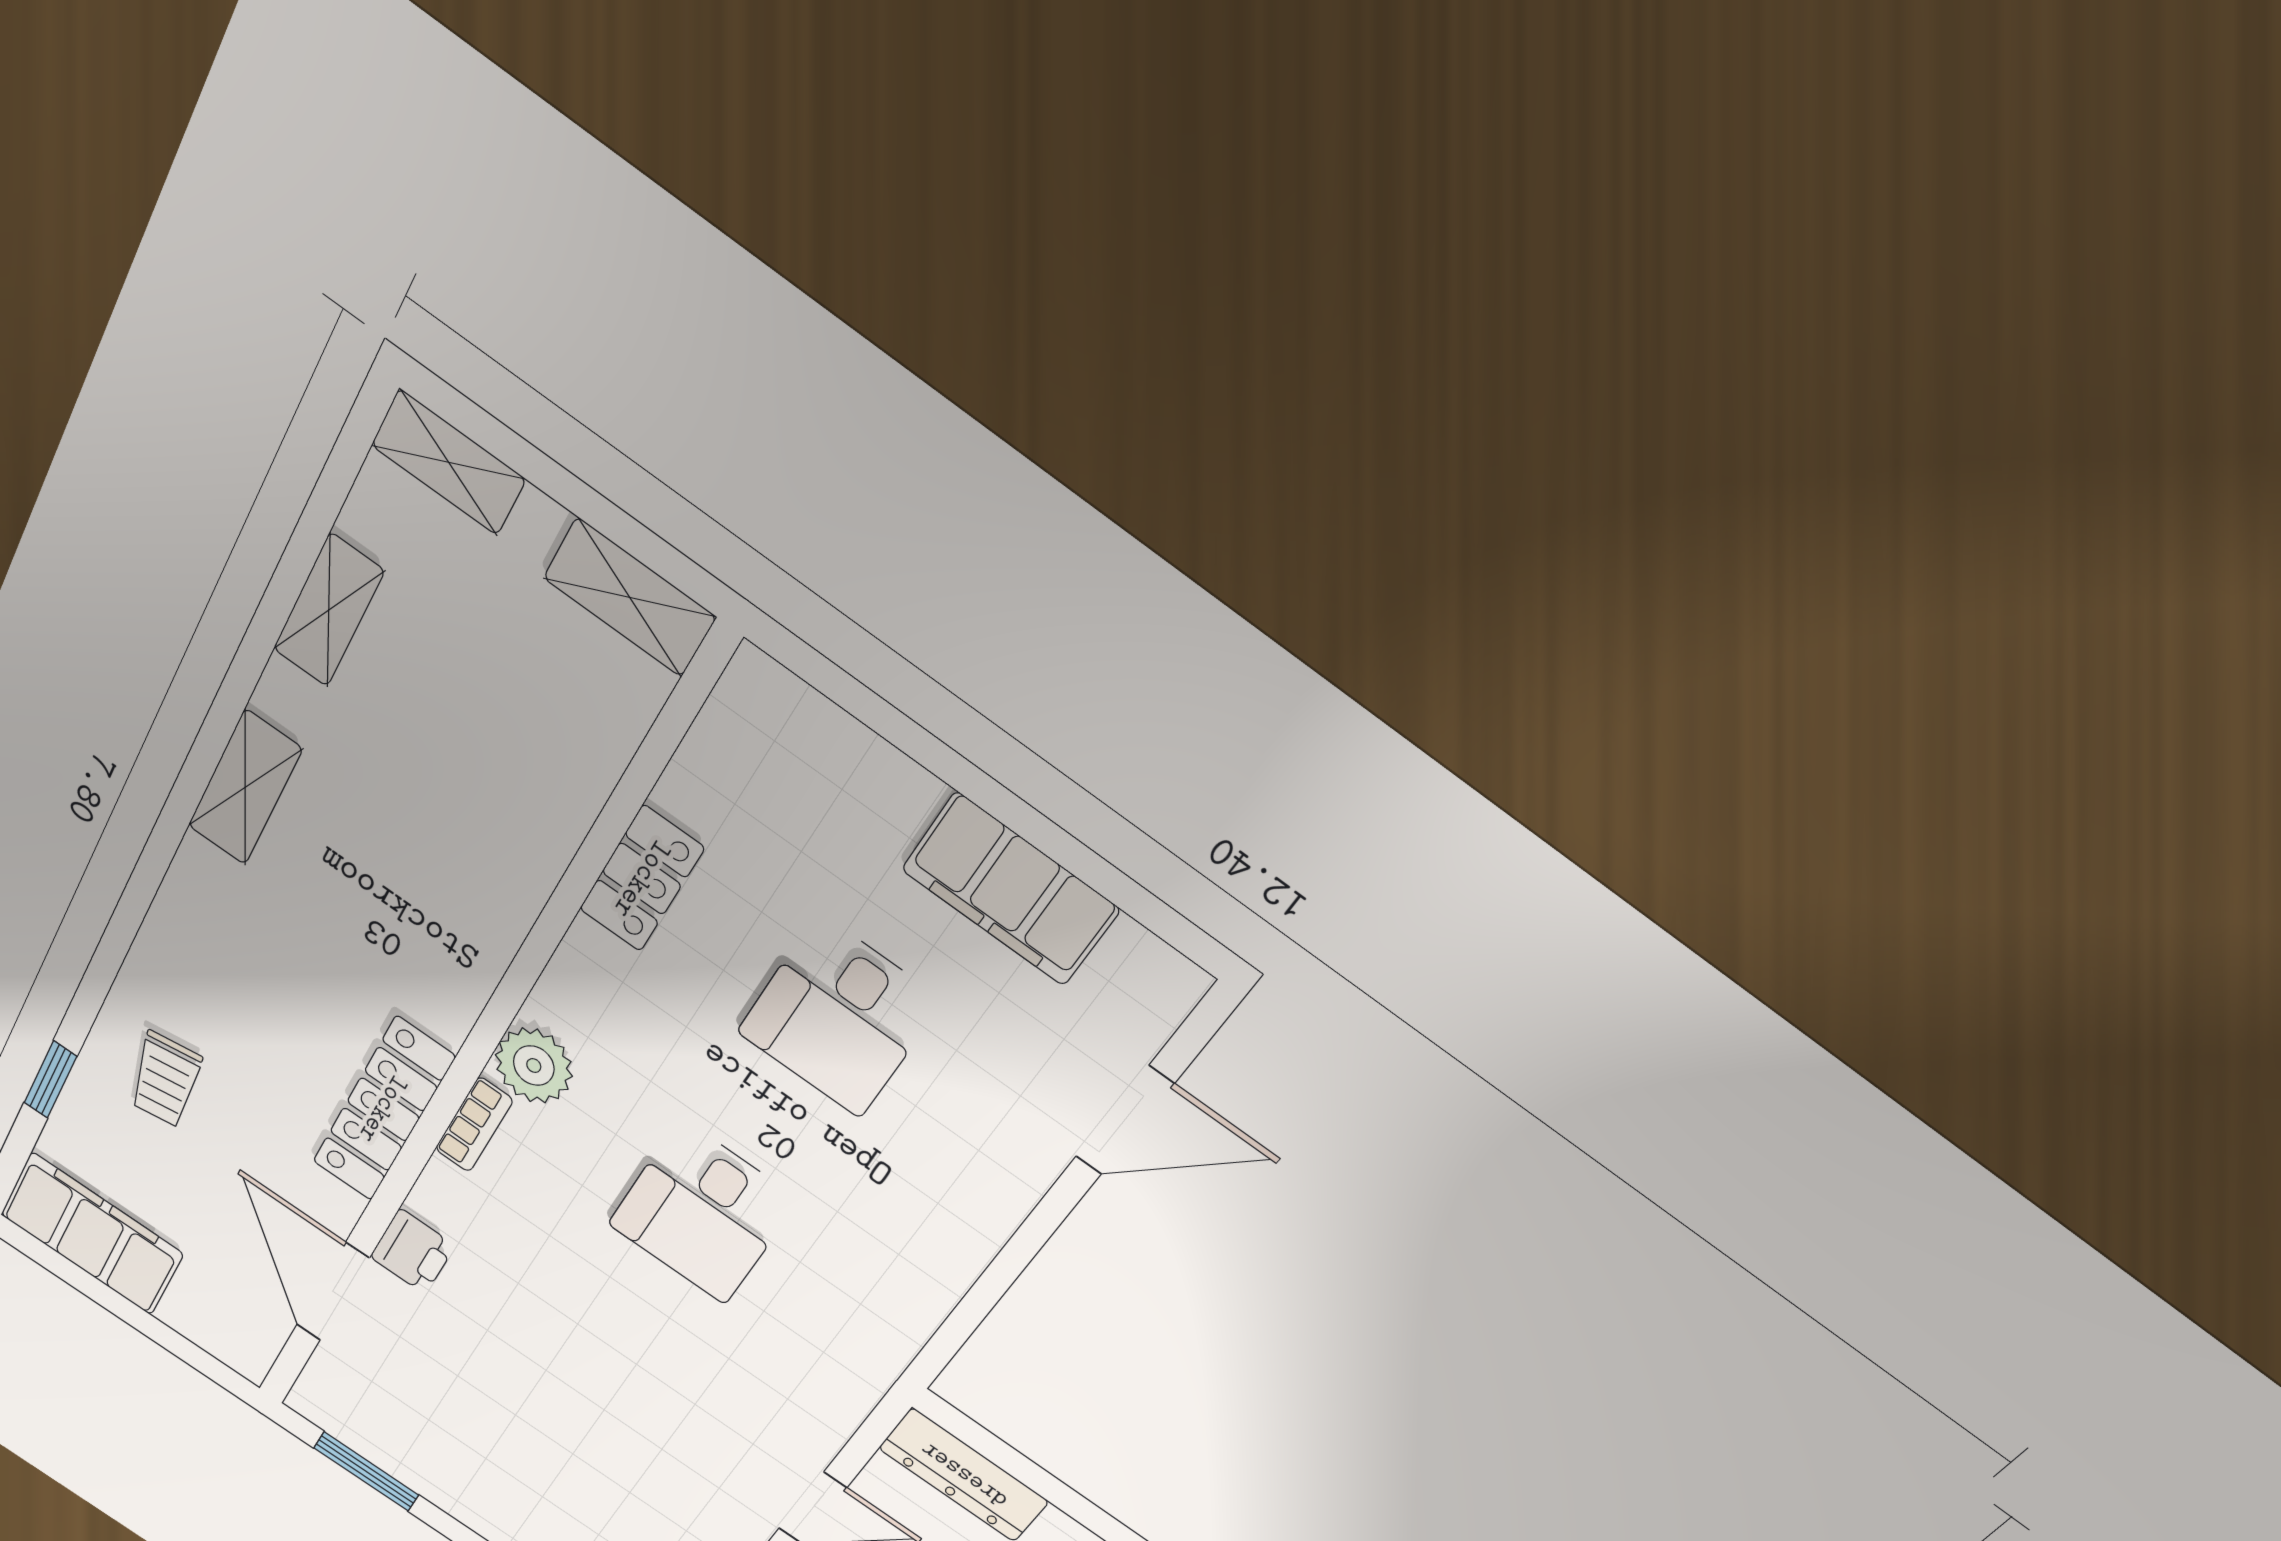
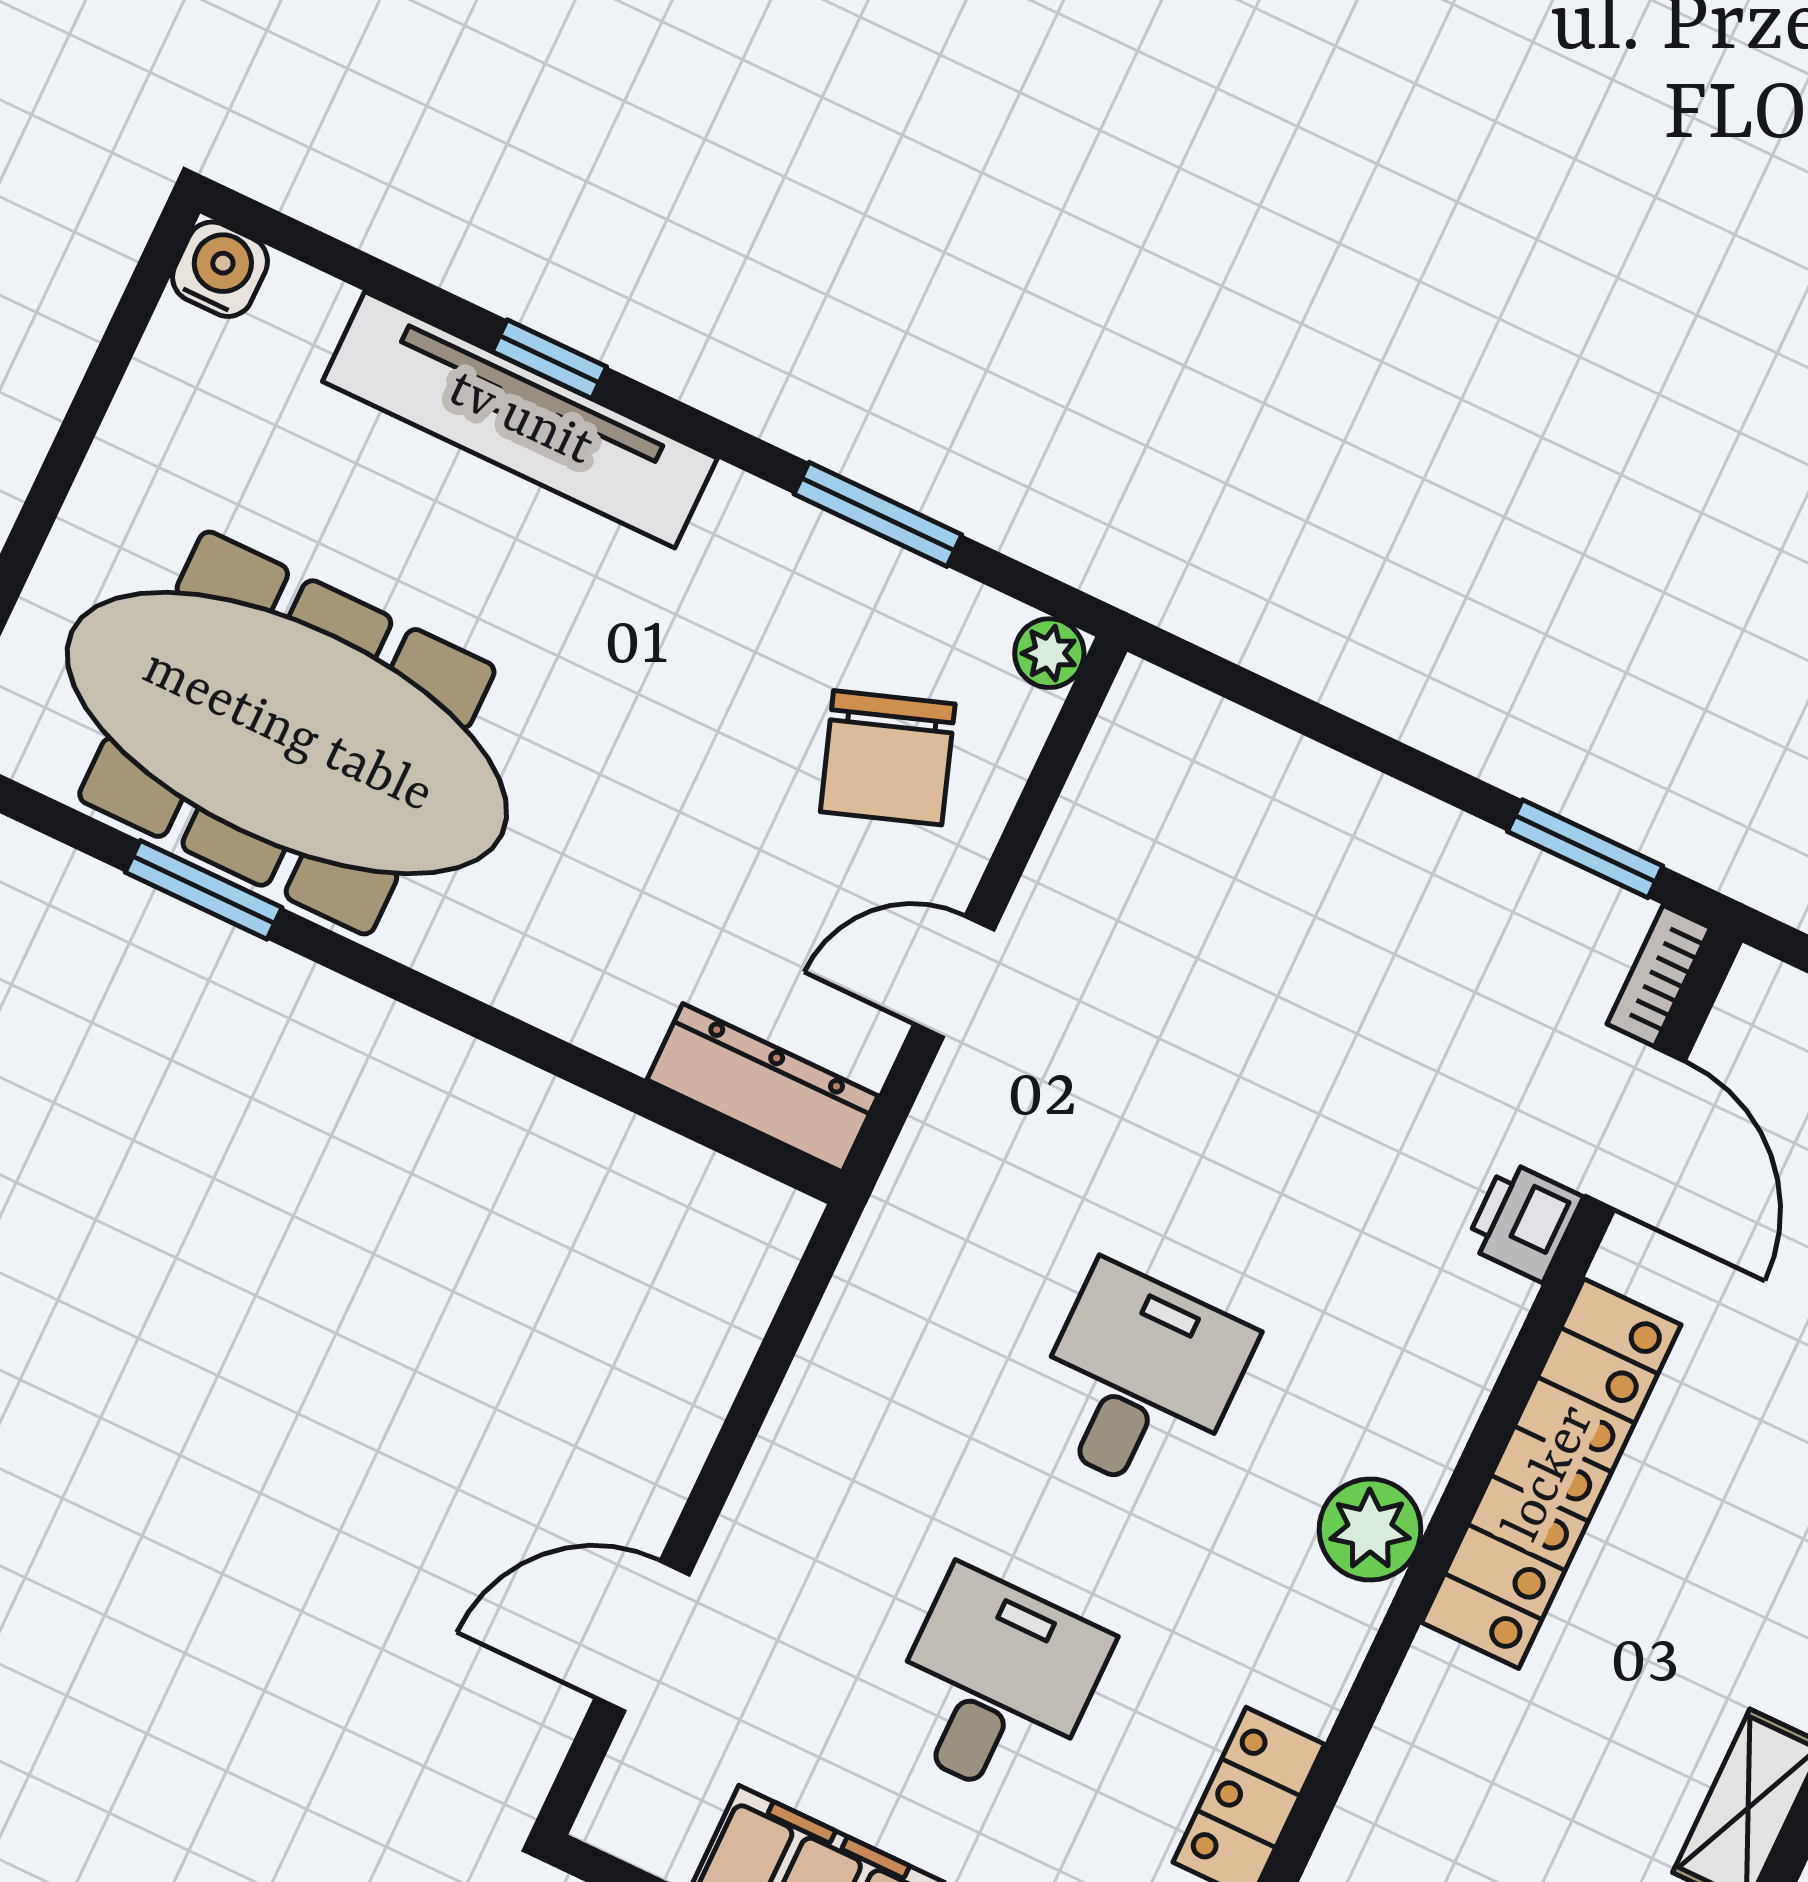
locker: (383, 1109) -> (1551, 1474), width x1.41, depth x1.21
bookcase: (474, 1125) -> (1659, 976), moved

